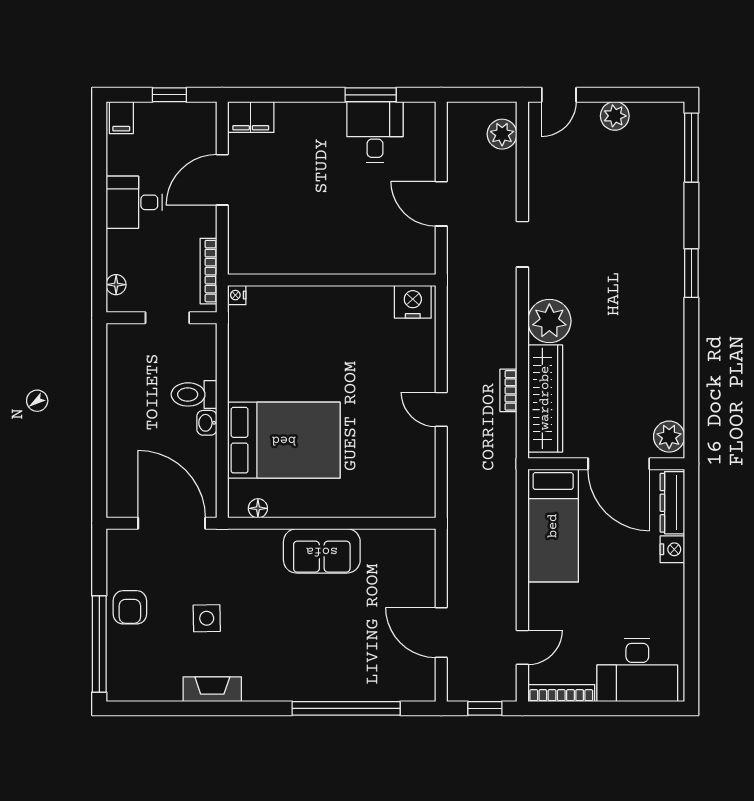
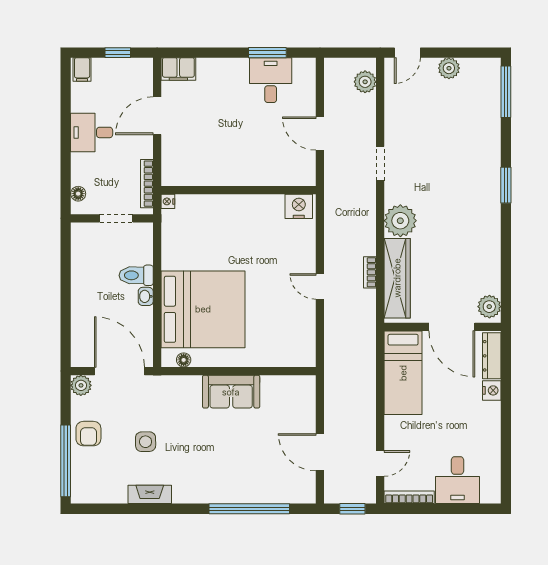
bed: (284, 440) -> (203, 309), width x1.36
plant: (120, 543) -> (81, 385), added
desk: (637, 670) -> (457, 480), width x0.73

